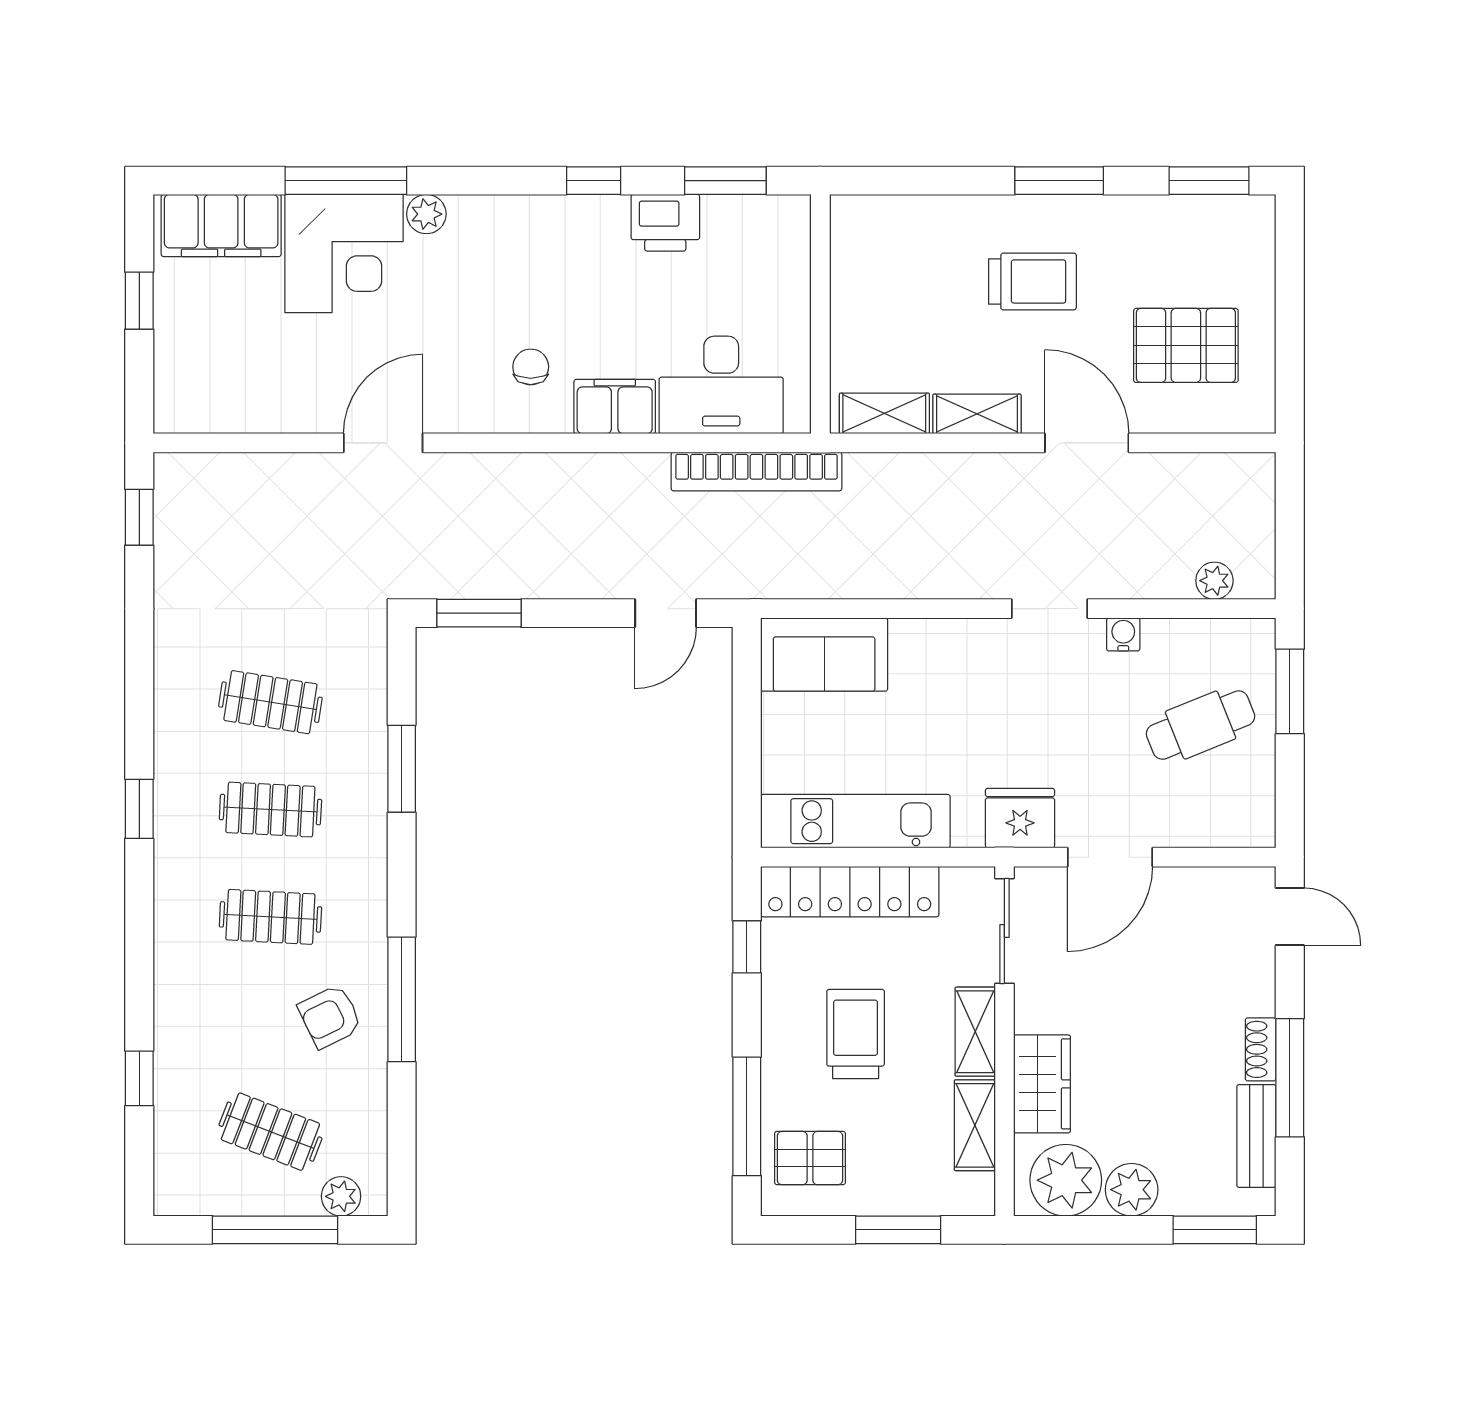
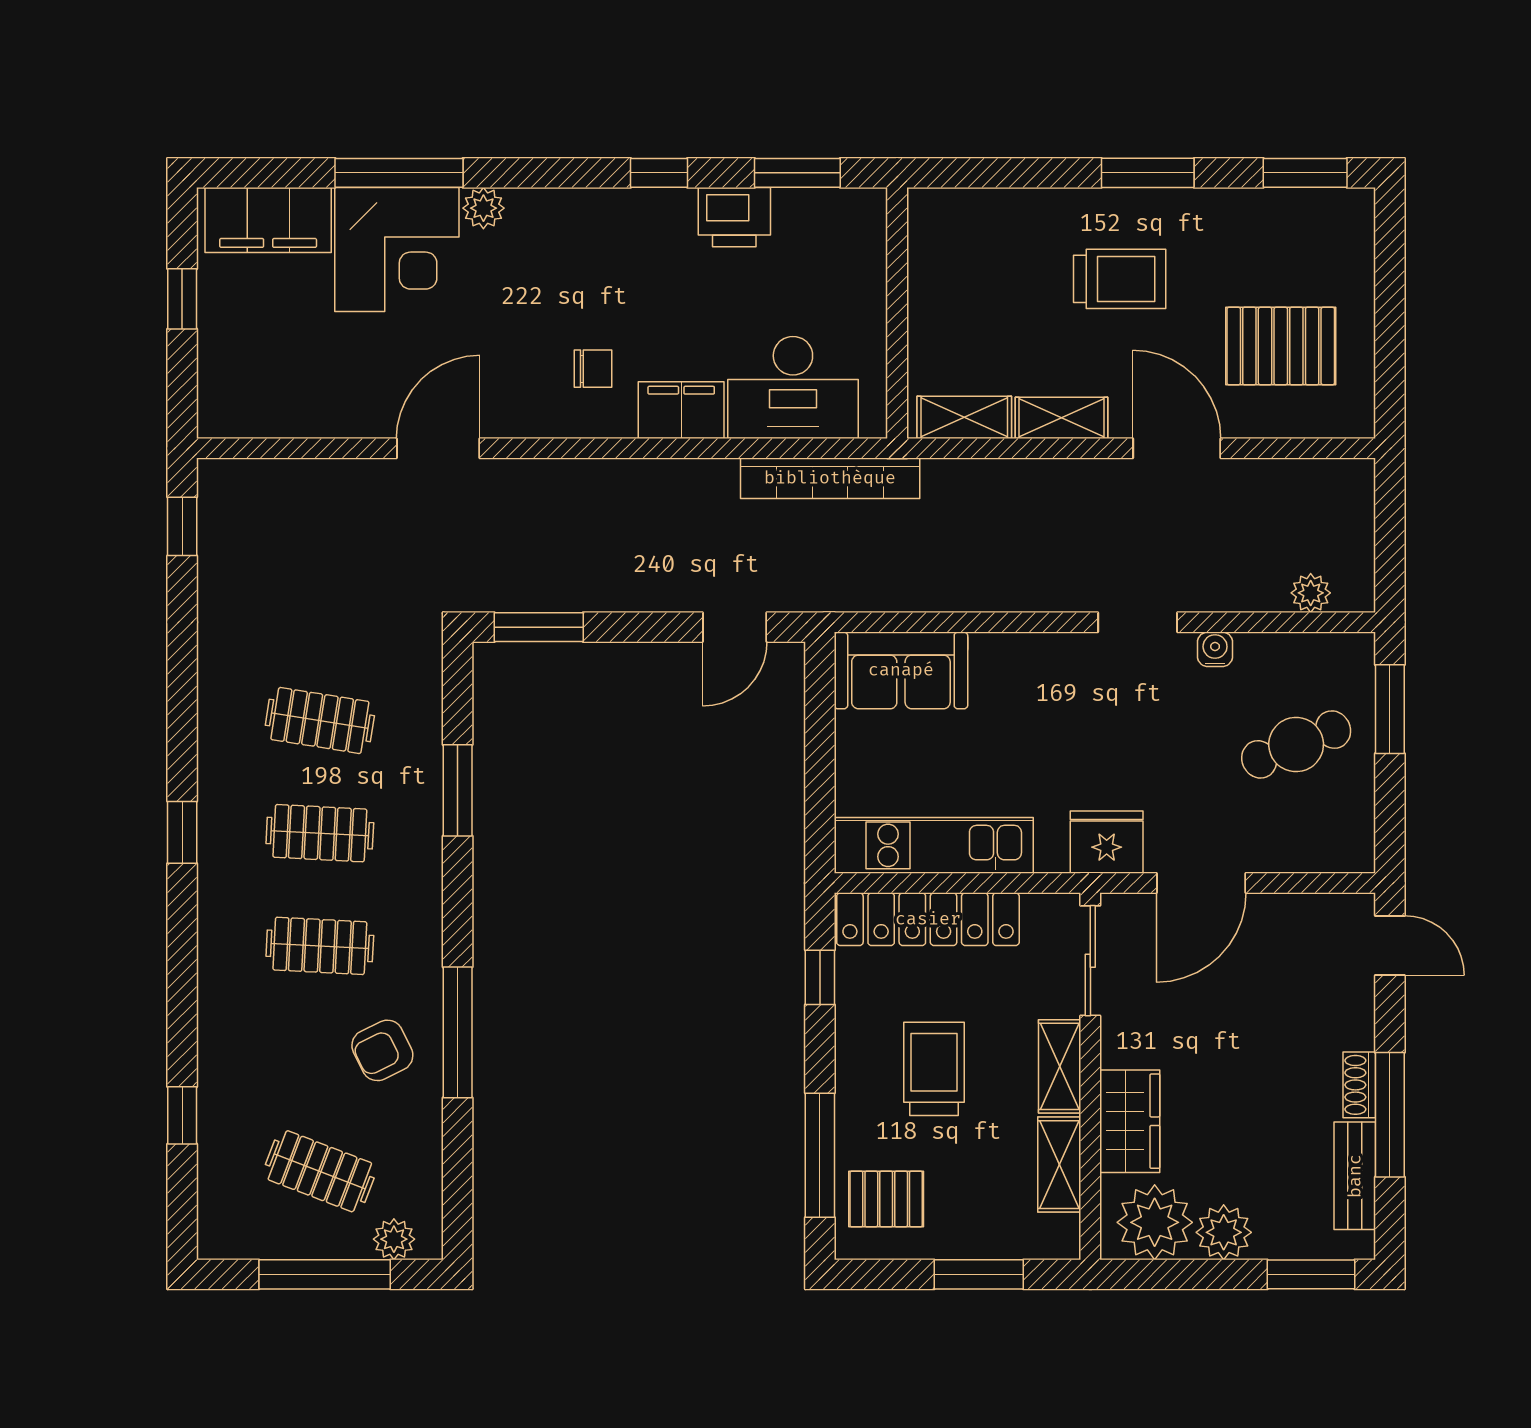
chair: (531, 367) -> (593, 369), turned 90

